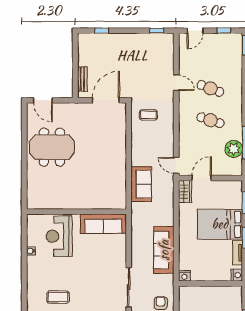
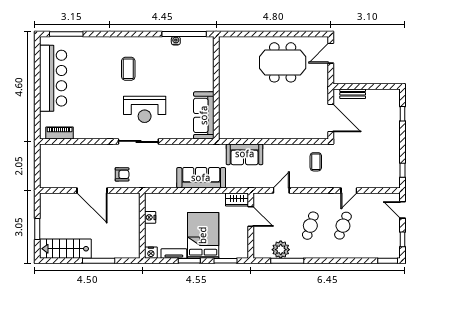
meeting table: (52, 147) -> (283, 62), turned 90
door: (176, 165) -> (281, 190), moved
reception desk: (59, 236) -> (145, 109), moved, turned 180
window: (24, 243) -> (184, 34), added
sofa: (164, 250) -> (201, 178), moved
nightstand: (184, 276) -> (150, 217), moved

